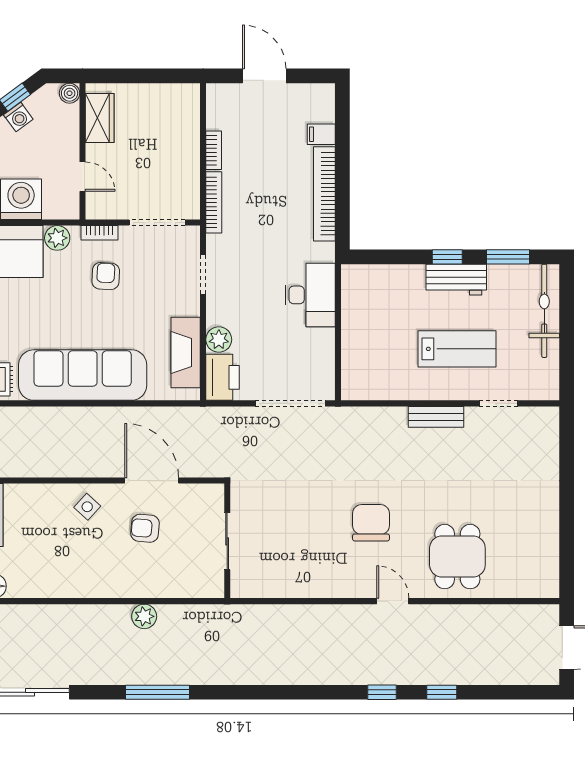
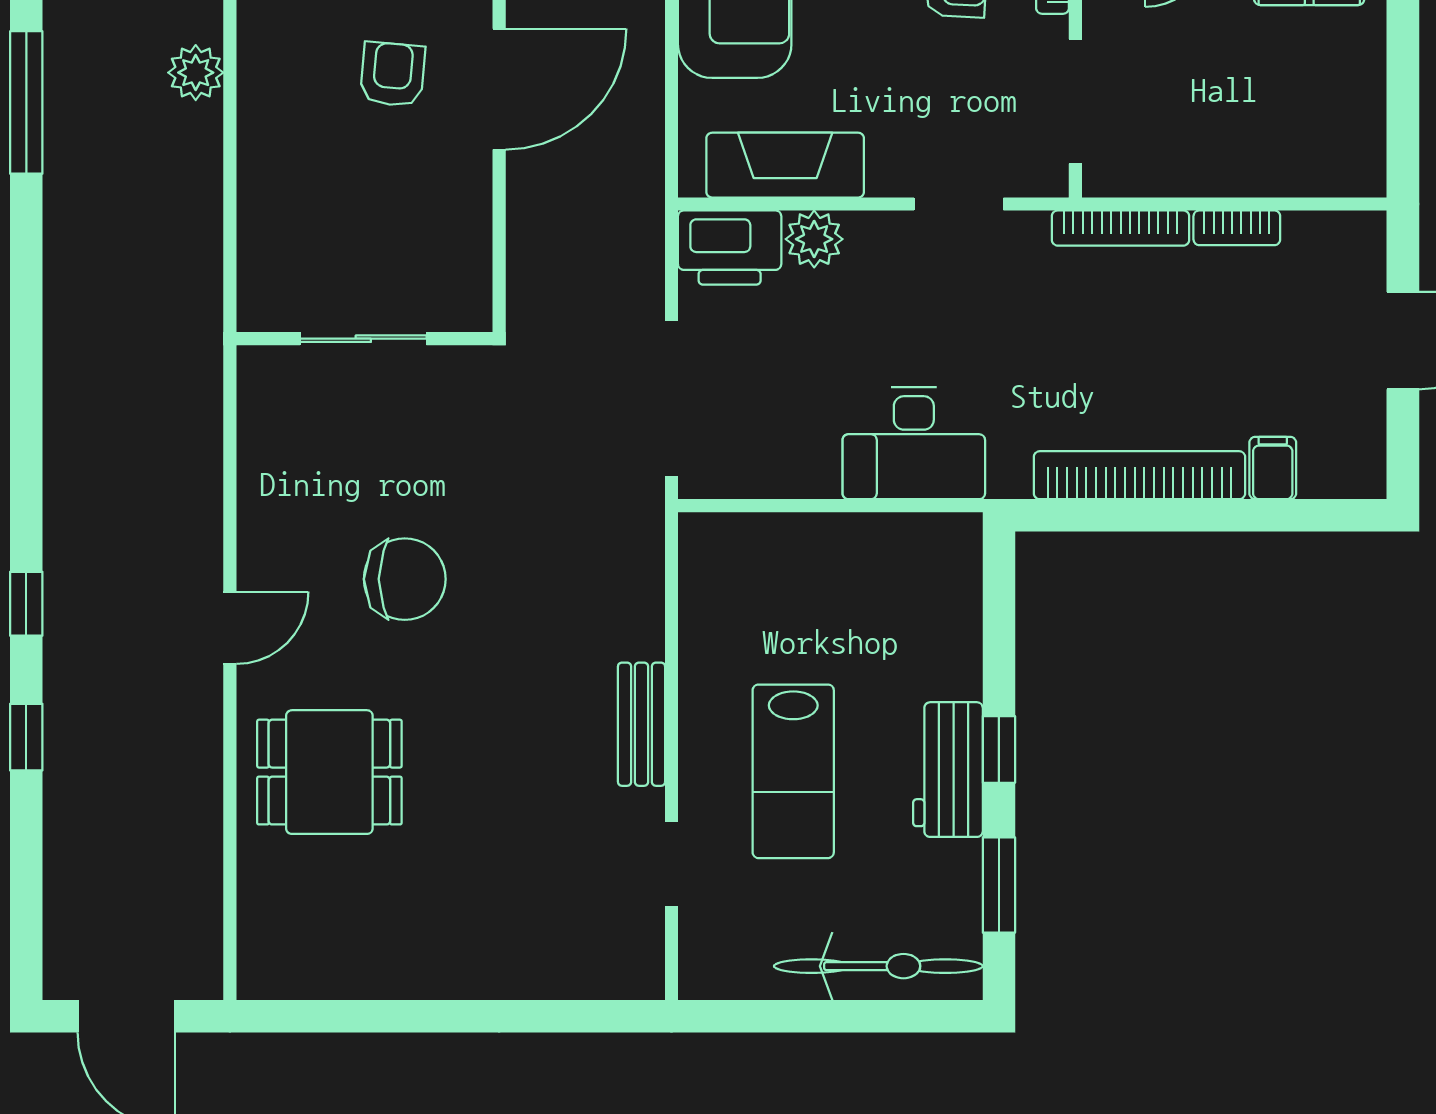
sliding door: (227, 541) -> (363, 339), moved
wall: (227, 541) -> (364, 339), moved

